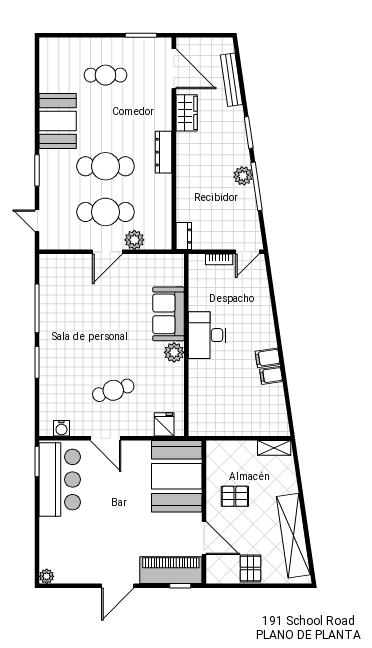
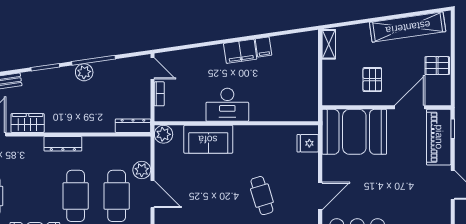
dresser: (184, 236) -> (133, 126), width x1.44
plant: (174, 352) -> (163, 134), moved
filing cabinet: (268, 358) -> (240, 51), width x2.00
cafe table: (113, 390) -> (262, 196), moved

